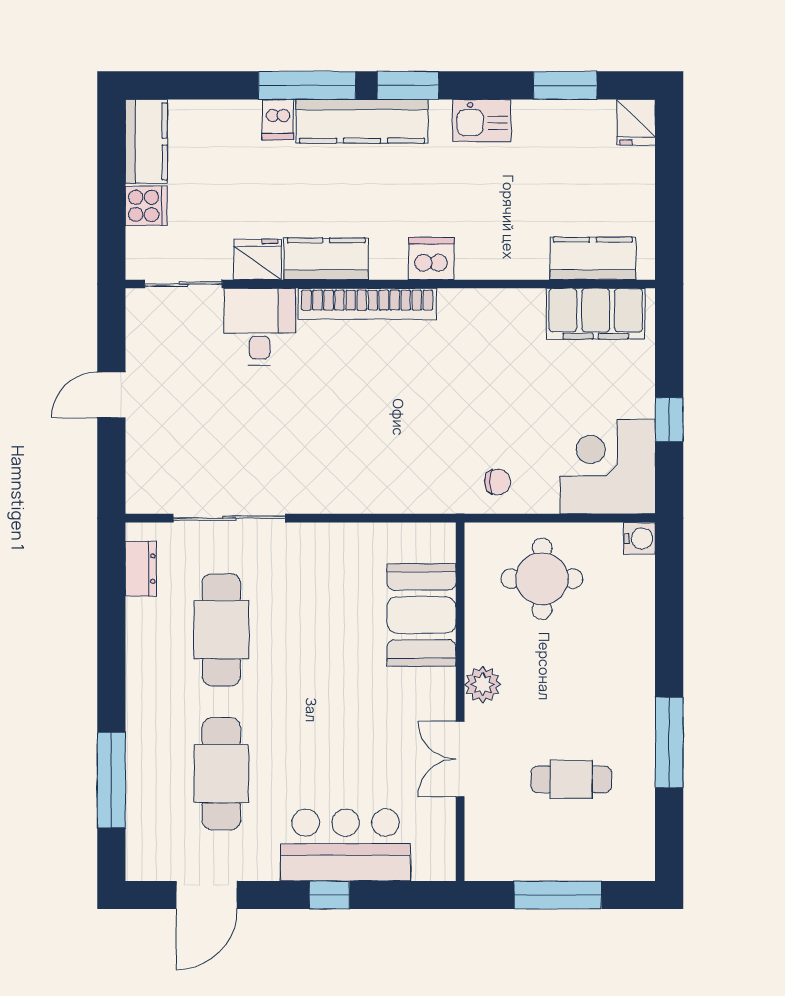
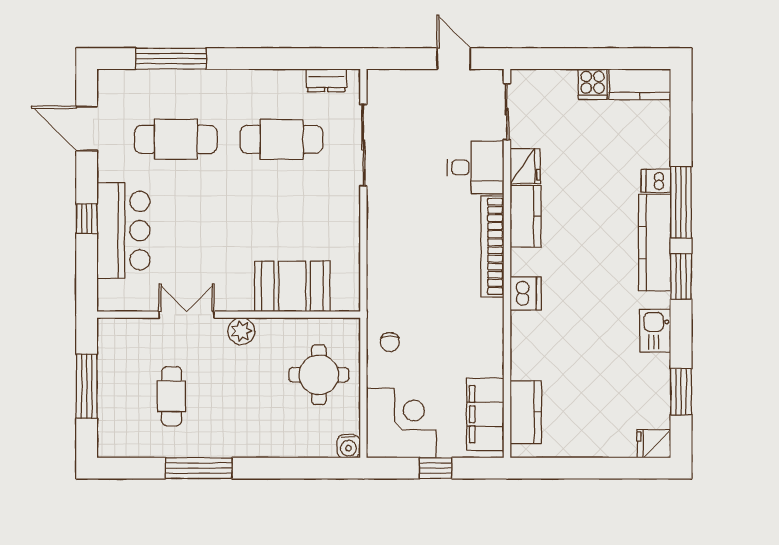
kitchen counter: (593, 258) -> (526, 412), moved
fridge: (257, 259) -> (525, 166), moved
kitchen counter: (326, 259) -> (526, 216), moved
dishwasher: (431, 259) -> (526, 294), moved
sliding door: (184, 284) -> (507, 112), moved
wall: (390, 284) -> (507, 263), moved
bookcase: (367, 304) -> (492, 246), moved
filing cabinet: (596, 314) -> (485, 414), moved
desk: (260, 327) -> (476, 167), moved

